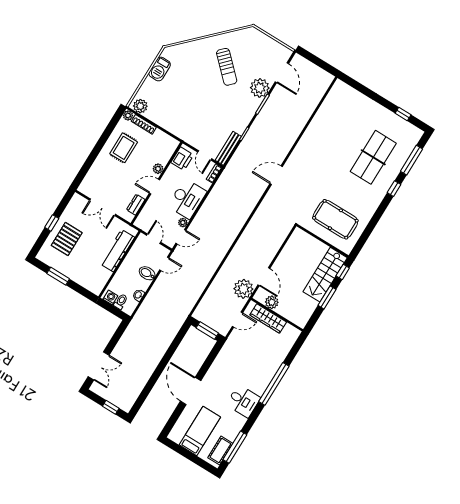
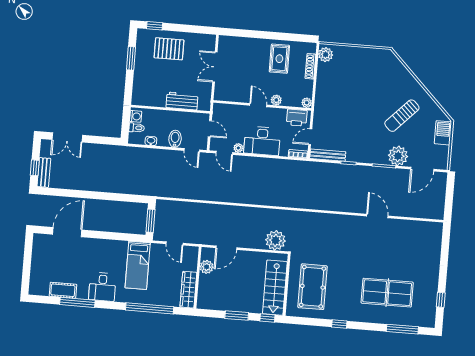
barbecue: (160, 69) -> (443, 133), moved, turned 90
plant: (128, 115) -> (307, 103), moved
rug: (124, 148) -> (279, 59), turned 90
door: (276, 175) -> (377, 216), moved
window: (394, 189) -> (339, 324), moved
dresser: (136, 205) -> (233, 96), removed
window: (52, 223) -> (155, 26), moved
door: (154, 239) -> (210, 129), hinge flipped
workbench: (117, 251) -> (182, 101), width x0.73
stairs: (325, 275) -> (275, 288), moved, turned -90
plant: (243, 289) -> (276, 240), moved
wardrobe: (268, 319) -> (188, 290), moved
window: (274, 384) -> (150, 308), moved
door: (191, 391) -> (67, 232), moved
bench: (119, 401) -> (44, 172), added
bed: (200, 431) -> (138, 265), moved, turned 90
window: (235, 447) -> (77, 302), moved
cot: (220, 451) -> (63, 290), moved

